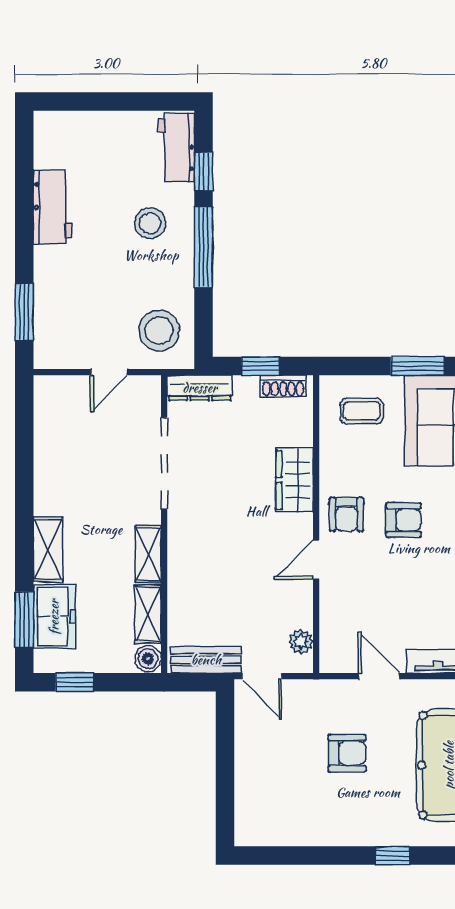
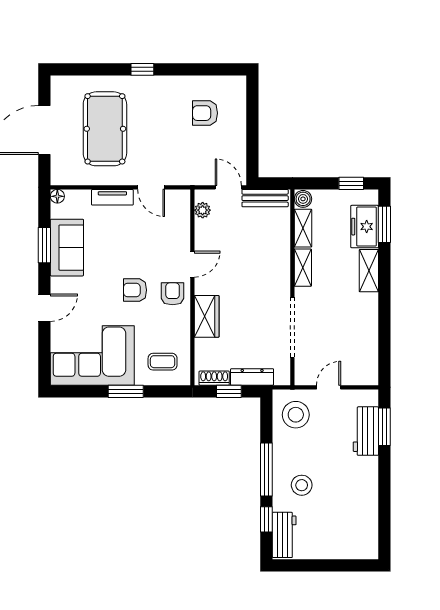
workbench: (52, 207) -> (366, 431), moved
dresser: (200, 388) -> (252, 377), moved
armchair: (347, 753) -> (205, 113), moved

